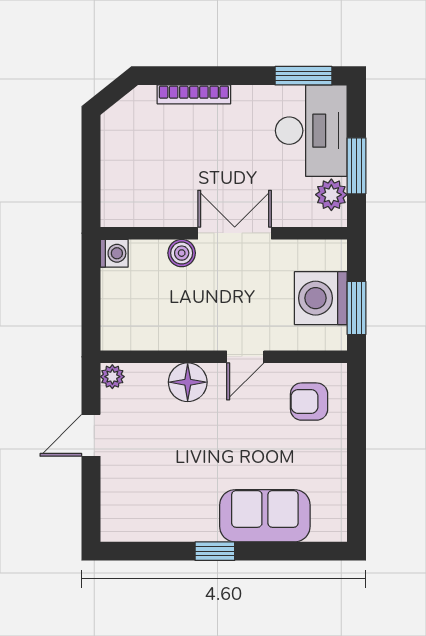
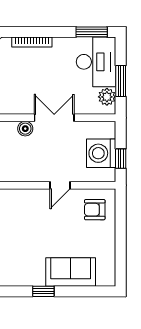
window: (357, 308) -> (121, 159), width x0.67
floor lamp: (188, 382) -> (29, 199), removed

